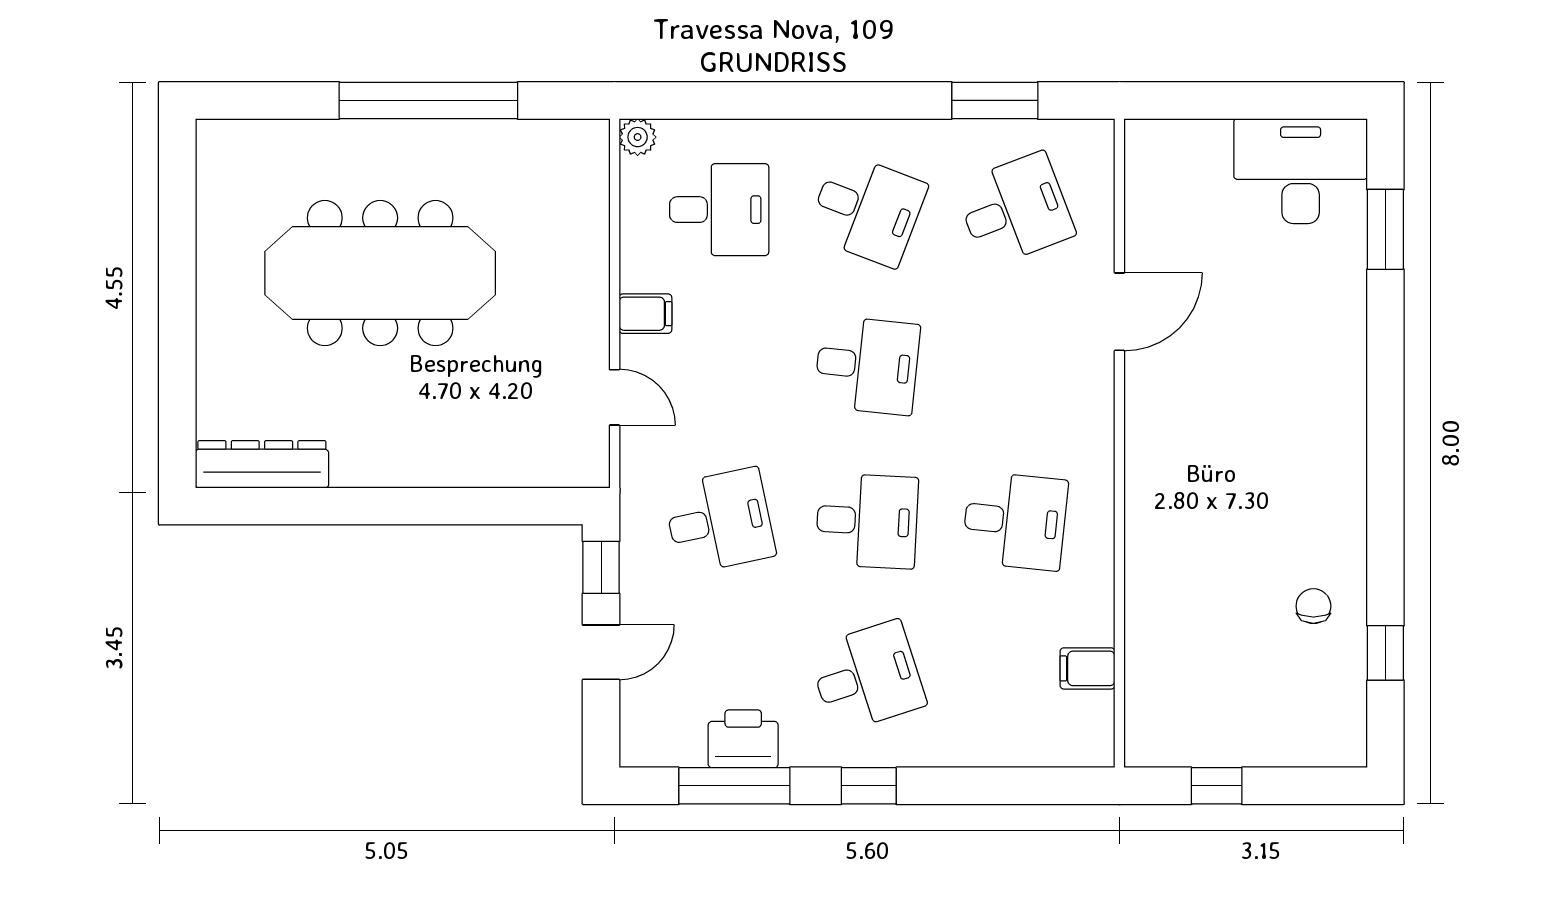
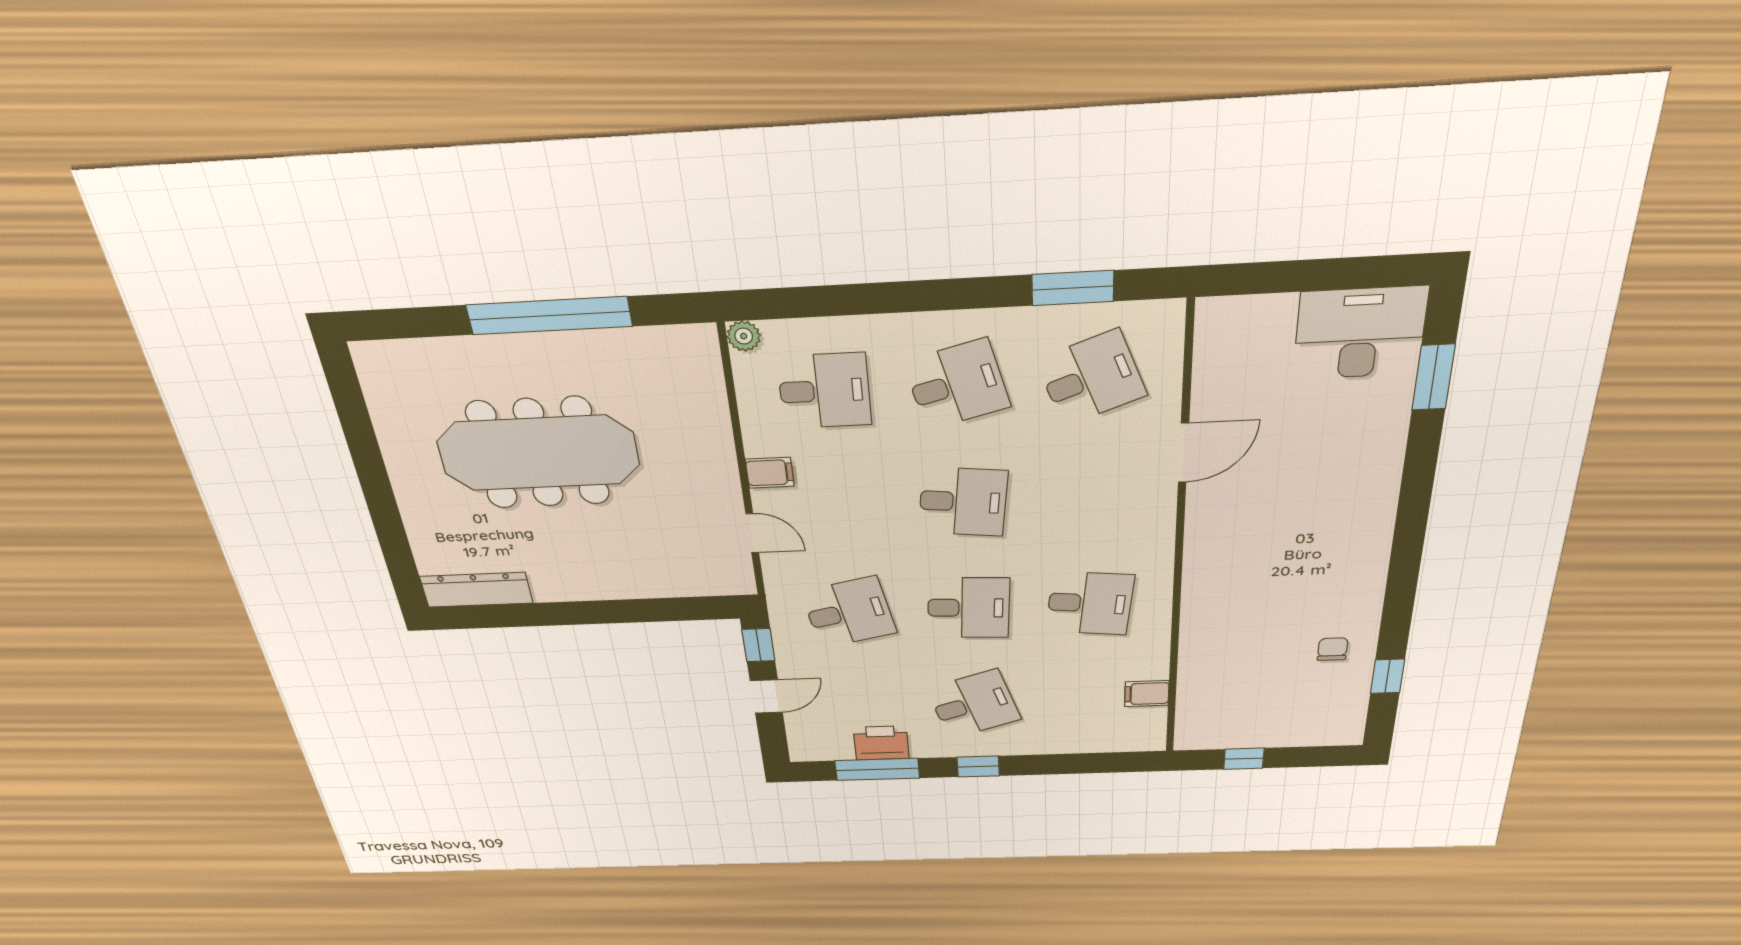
desk: (867, 210) -> (957, 384), turned -36

